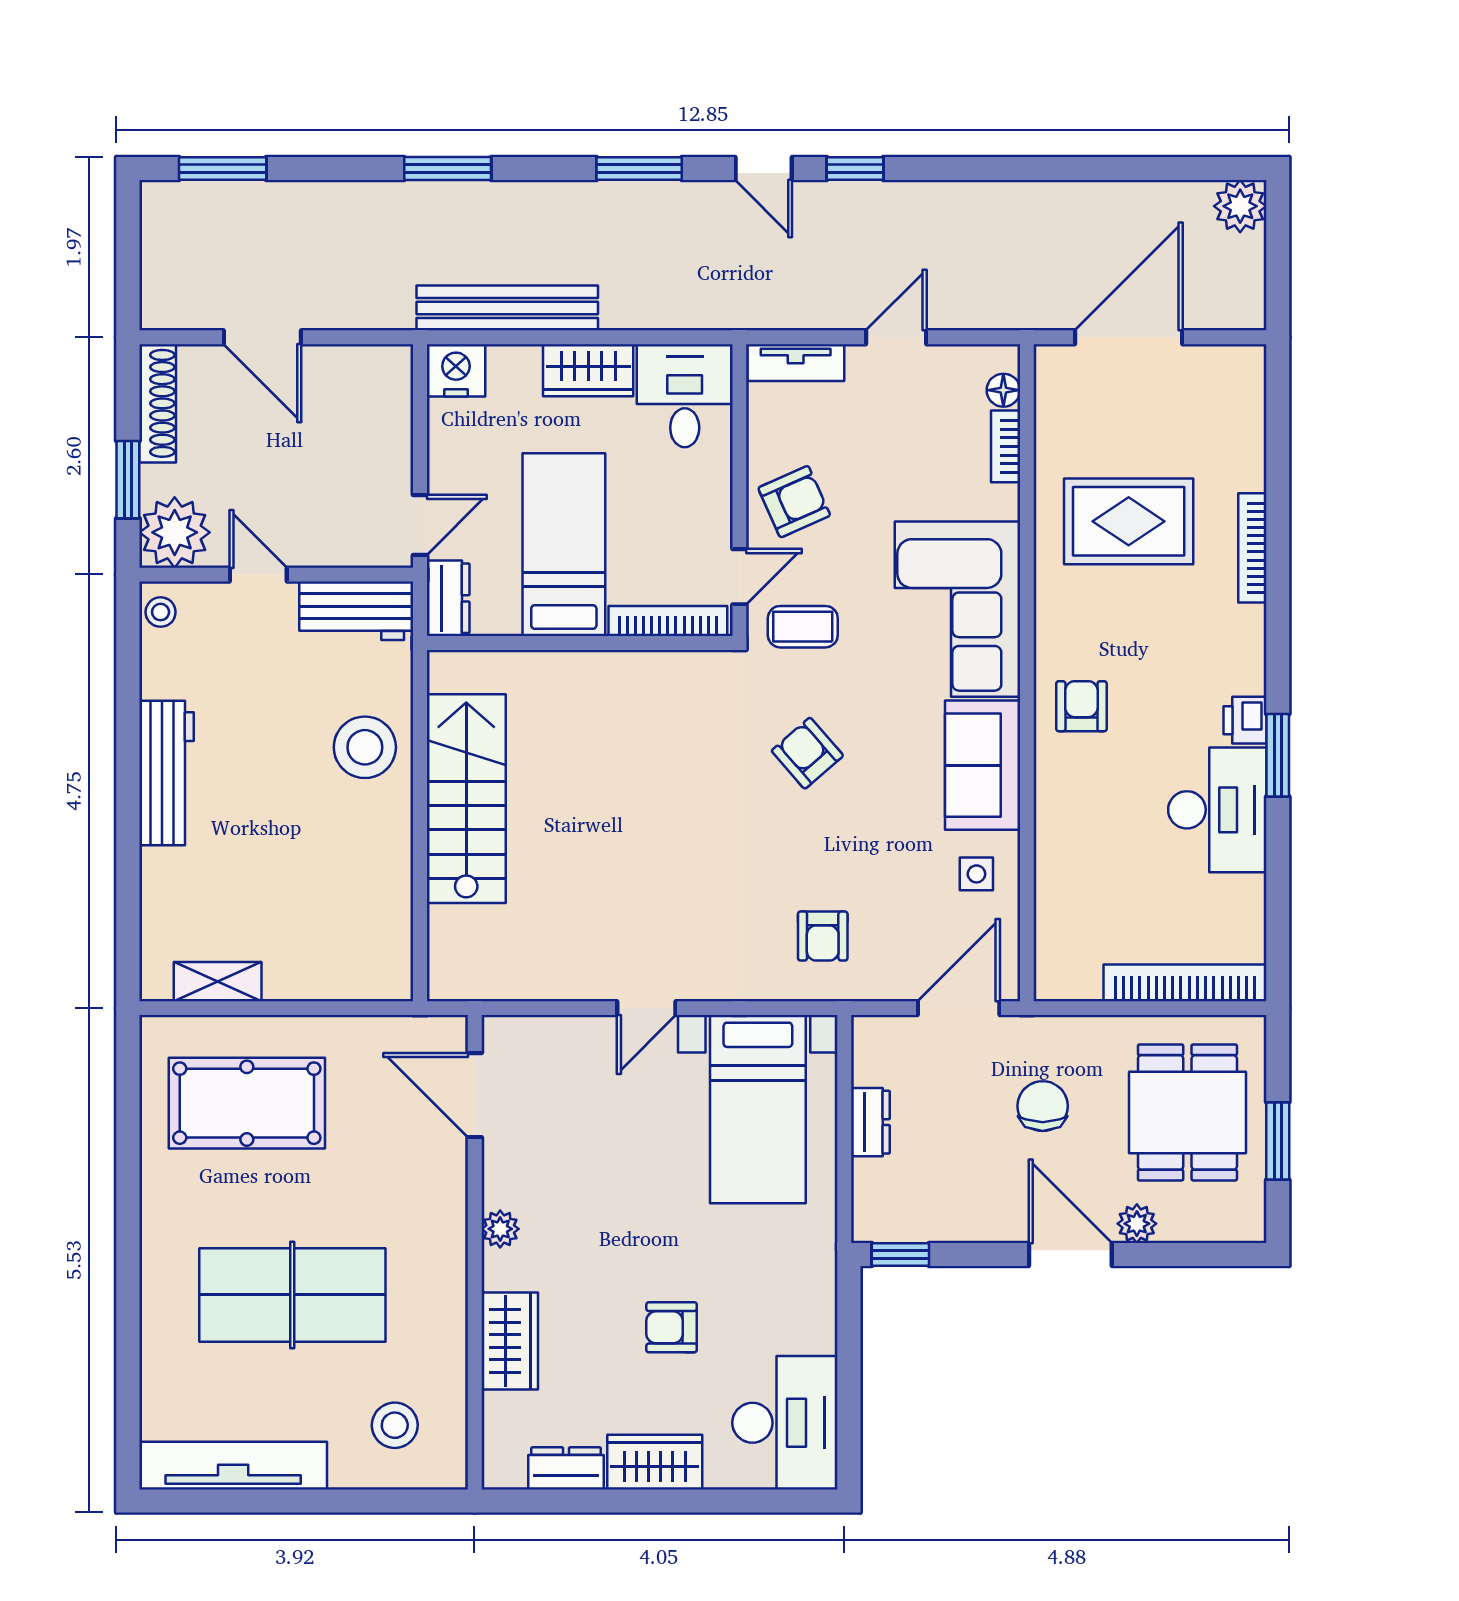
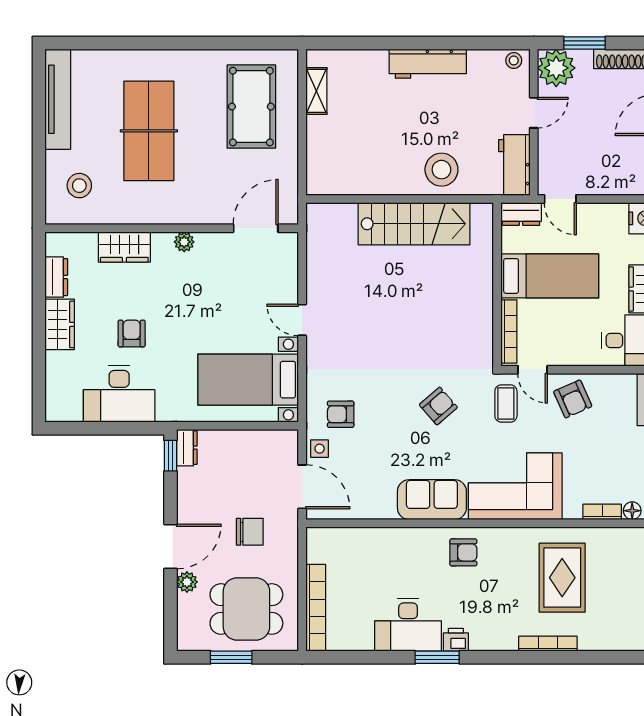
side table: (976, 874) -> (320, 449), moved
dresser: (870, 1122) -> (187, 448), moved, turned -90
desk: (785, 1423) -> (119, 394), moved

